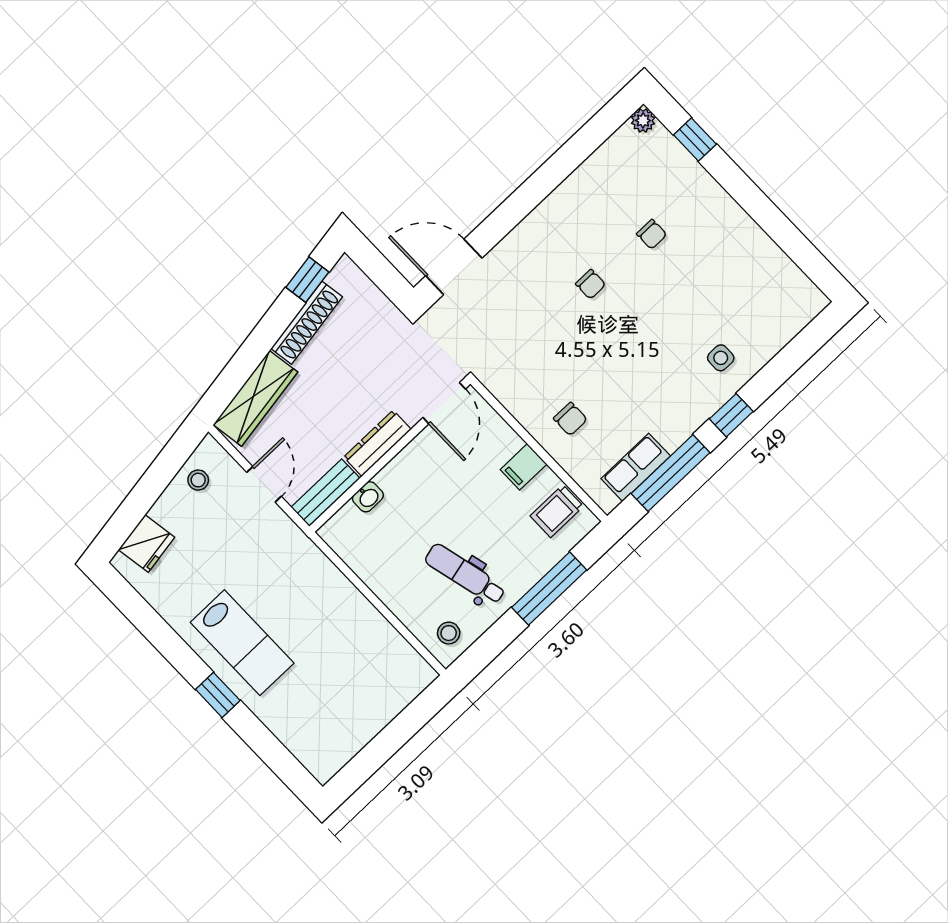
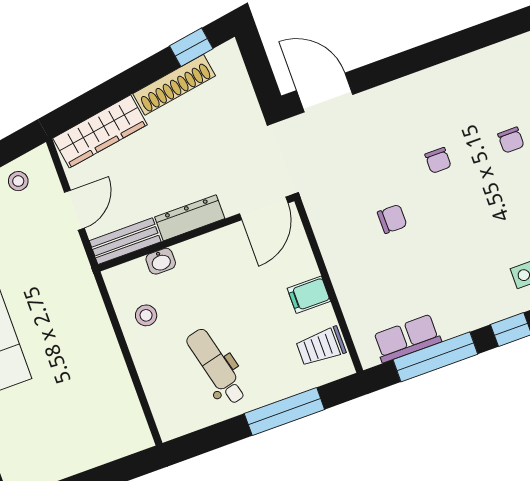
chair: (570, 419) -> (392, 219), moved, turned -90
stool: (449, 633) -> (146, 315), moved

